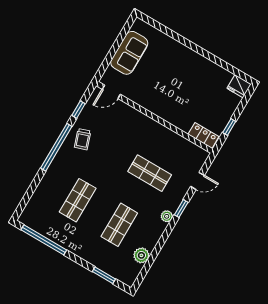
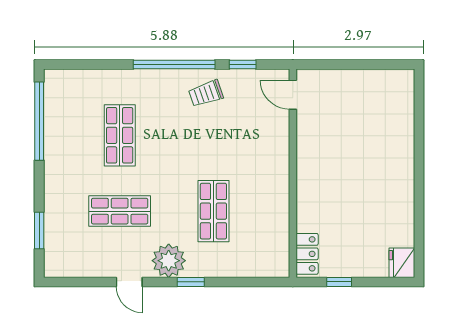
sofa: (129, 53) -> (360, 88), removed
door: (197, 181) -> (129, 282), moved
shop shelf: (78, 200) -> (120, 135), turned 90
plant: (167, 216) -> (169, 261), width x1.87, depth x1.87
plant: (141, 255) -> (96, 265), removed

